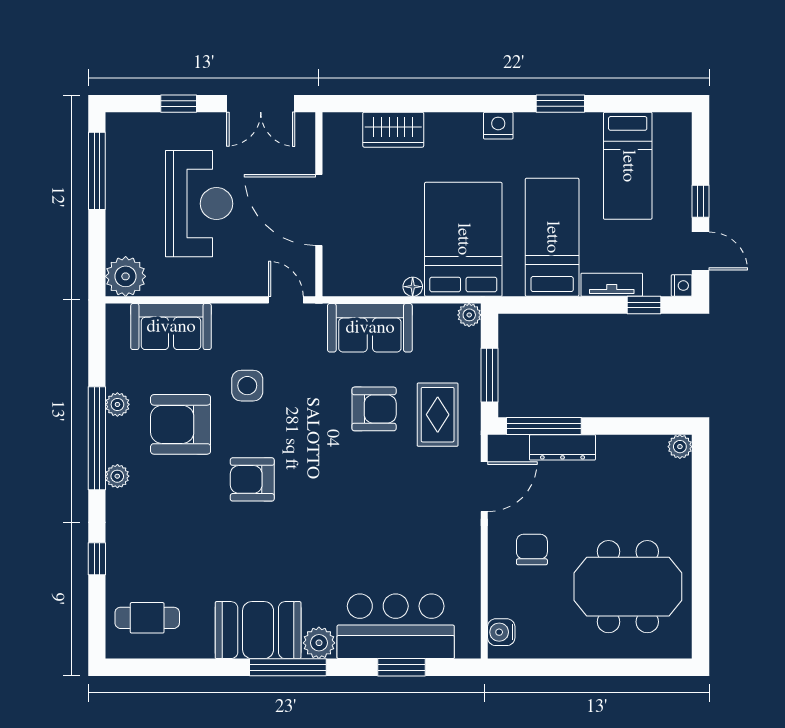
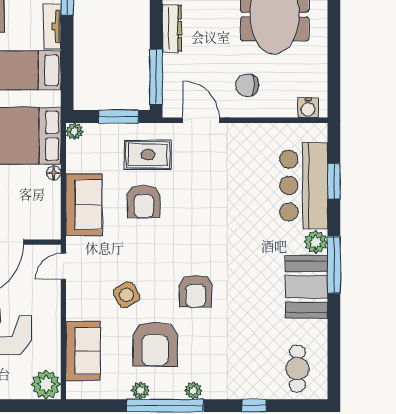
side table: (247, 386) -> (126, 295), turned -30
armchair: (374, 409) -> (144, 201), turned 180
dresser: (562, 447) -> (172, 28), moved

